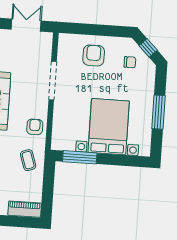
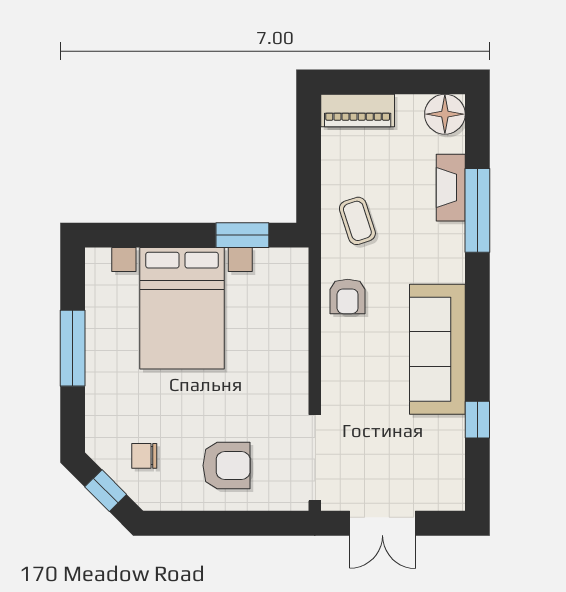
armchair: (94, 55) -> (227, 466), turned -90
doorway: (53, 81) -> (315, 458), moved
window: (80, 157) -> (242, 235), width x0.69

